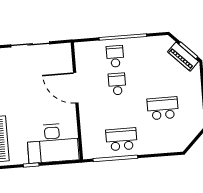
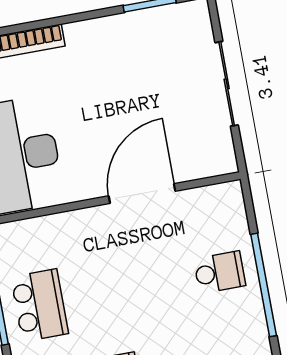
school desk: (117, 84) -> (160, 283), removed

